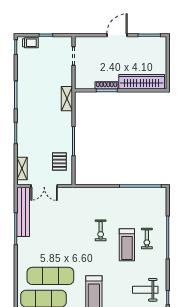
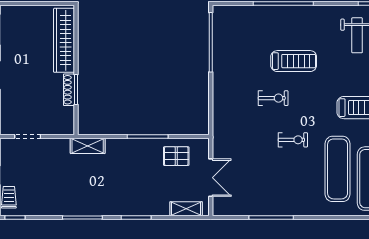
bench: (23, 212) -> (247, 207), removed
exercise bike: (147, 238) -> (293, 140), moved

